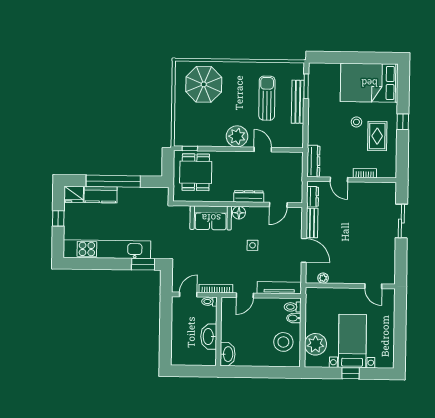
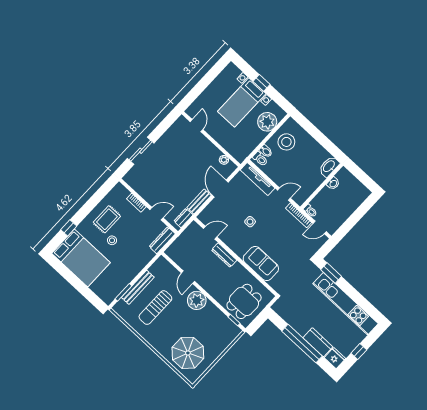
window: (403, 122) -> (69, 228), moved
door: (339, 179) -> (157, 214), hinge flipped
floor lamp: (239, 213) -> (240, 250), removed
washbasin: (209, 337) -> (333, 183), width x0.52, depth x0.69

